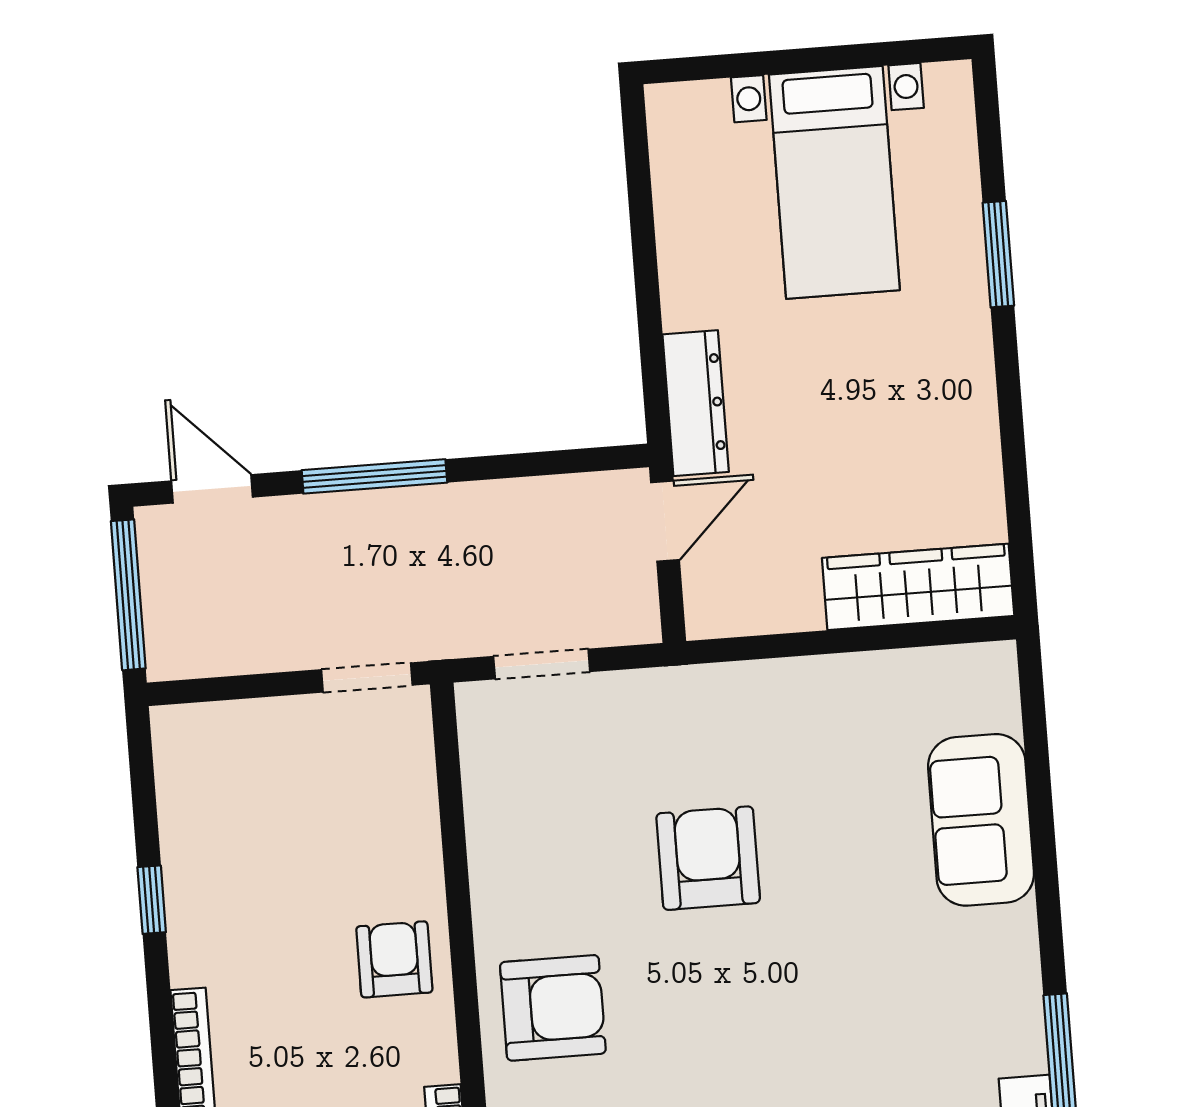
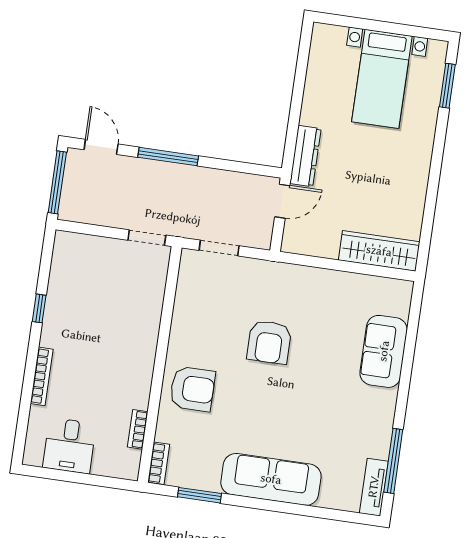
window: (998, 254) -> (447, 86), moved
armchair: (708, 858) -> (269, 342), turned 180
armchair: (394, 959) -> (132, 355), removed

